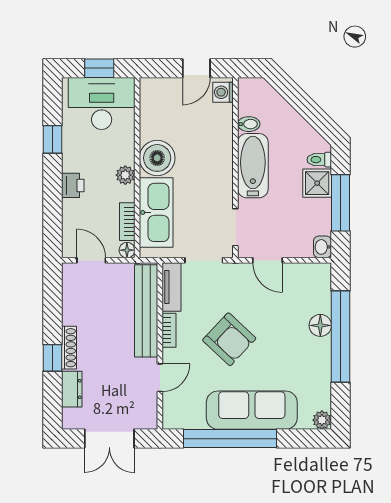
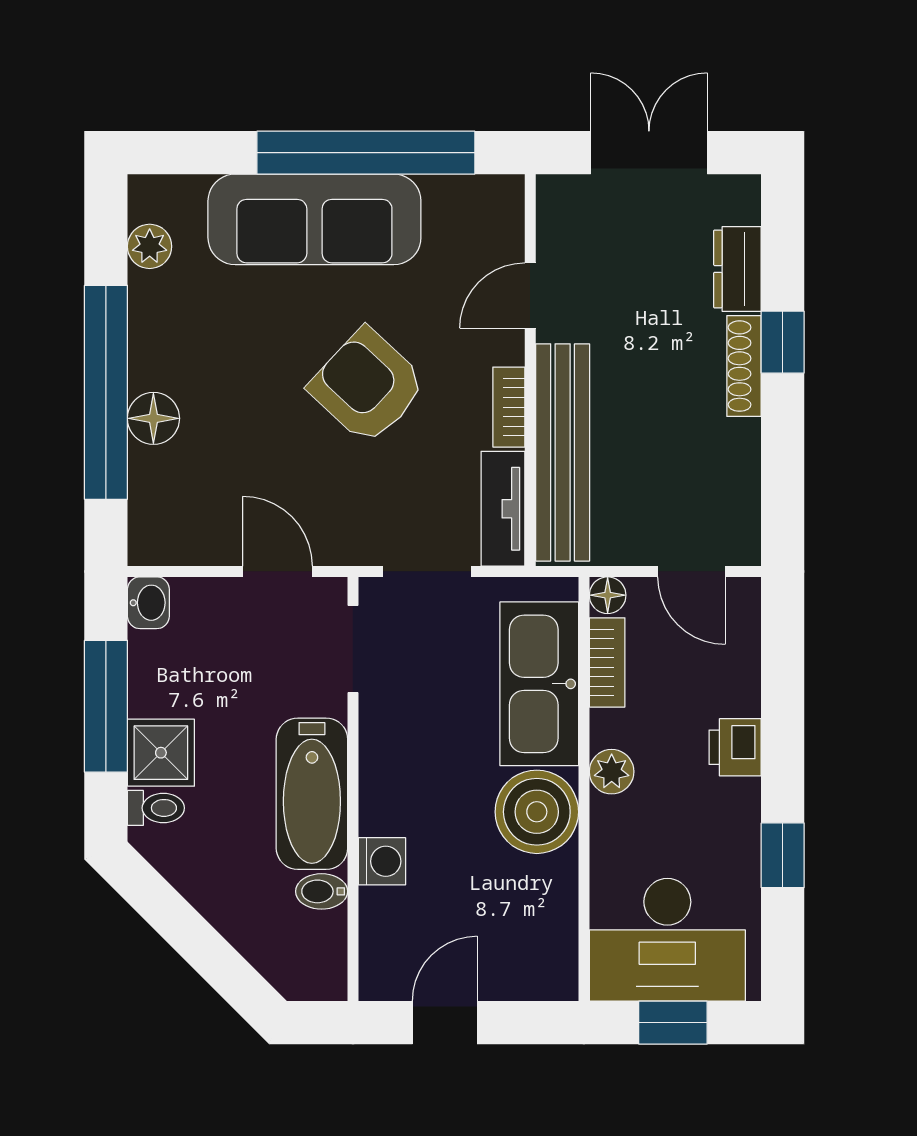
washing machine: (223, 92) -> (382, 861), moved
plant: (322, 420) -> (150, 246), moved

